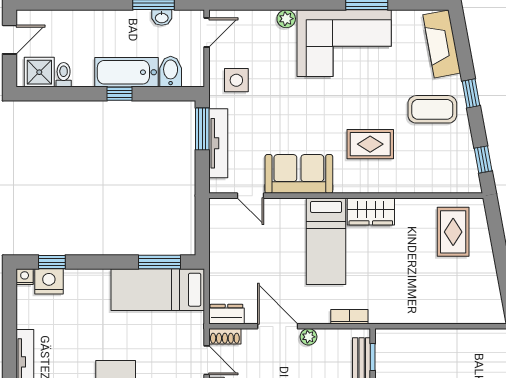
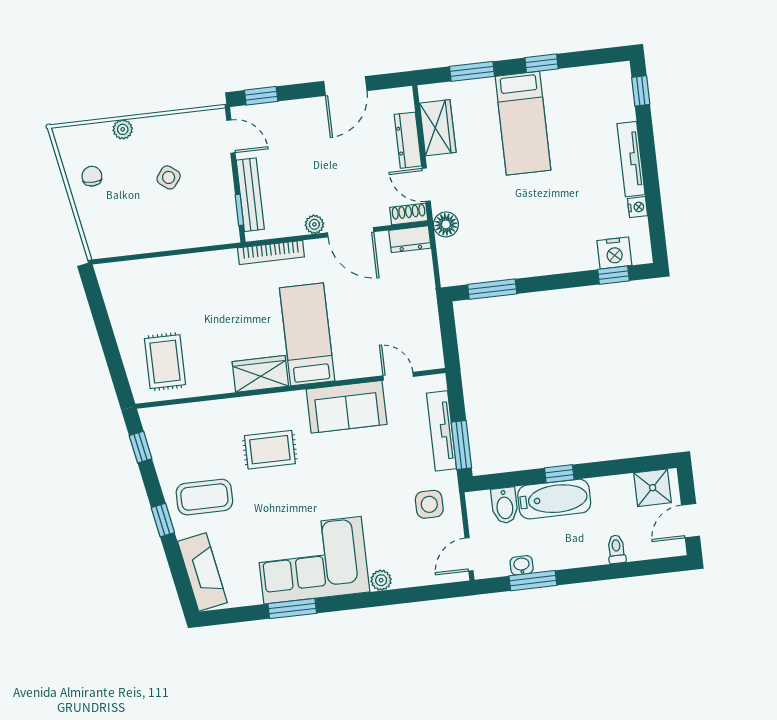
toilet: (64, 75) -> (616, 549), moved, turned 180
nightstand: (25, 277) -> (637, 207), moved, turned -90
bed: (158, 290) -> (491, 258), removed
bookcase: (349, 317) -> (271, 252), width x1.56
floor lamp: (193, 323) -> (446, 224), added

